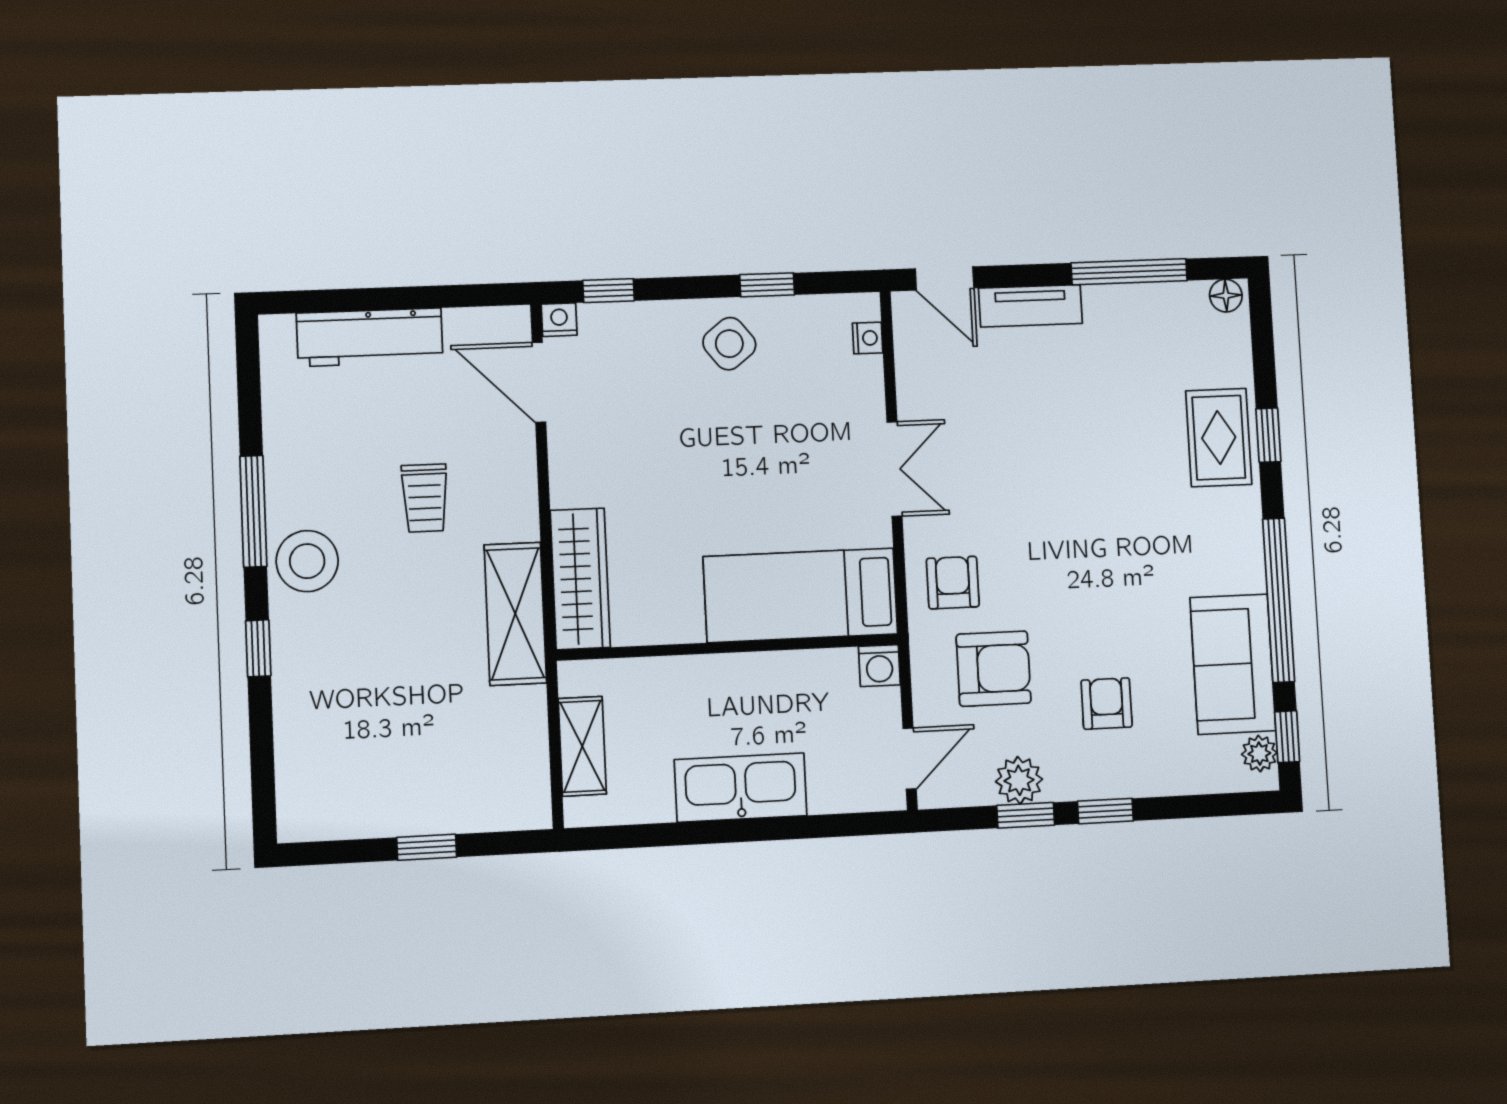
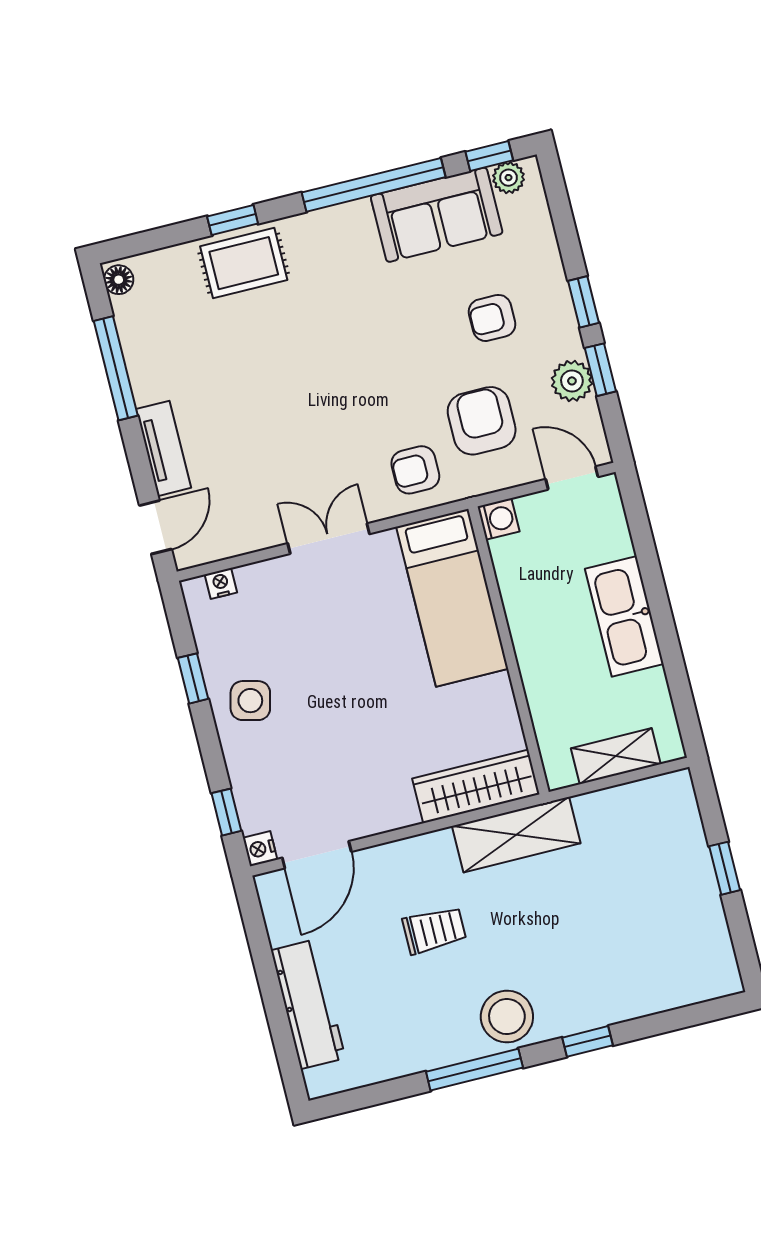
side table: (729, 344) -> (250, 701), turned -38

